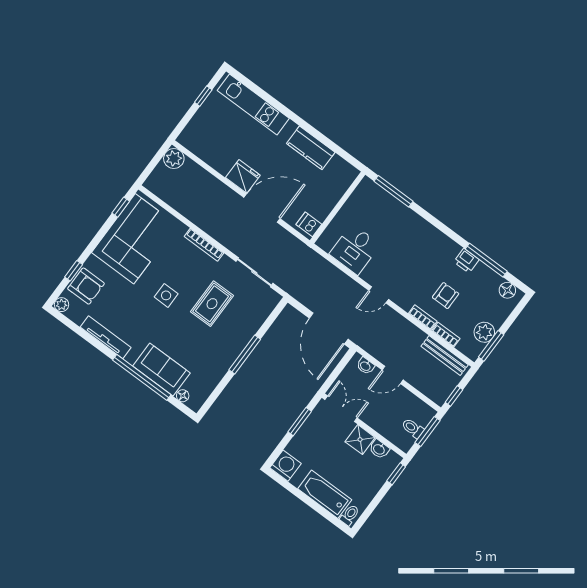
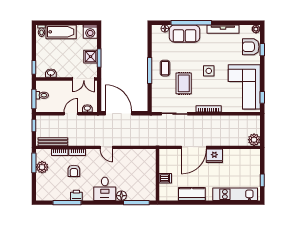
dishwasher: (309, 224) -> (165, 178), moved
desk: (355, 249) -> (105, 189), moved, turned 180
floor lamp: (507, 290) -> (121, 196), moved
door: (379, 295) -> (106, 147), swing flipped
coffee table: (222, 343) -> (165, 68), added
shower: (360, 440) -> (91, 57), moved

